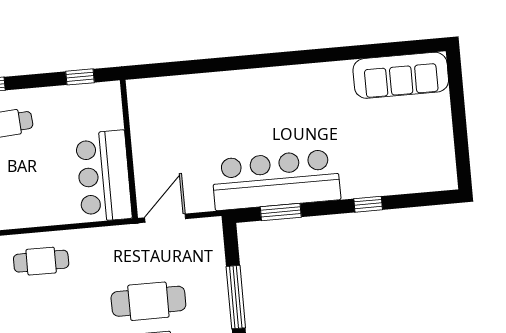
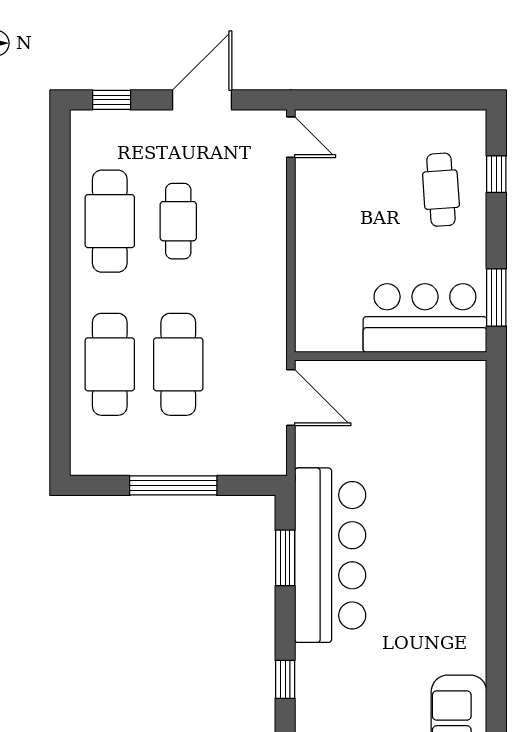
window: (80, 77) -> (496, 298), width x1.50
bar counter: (104, 176) -> (425, 318), moved
cafe table: (41, 261) -> (178, 221), moved

